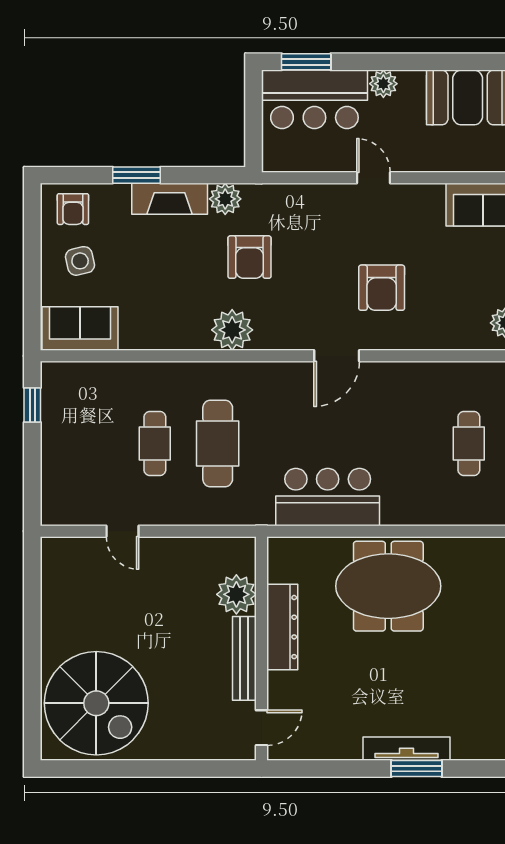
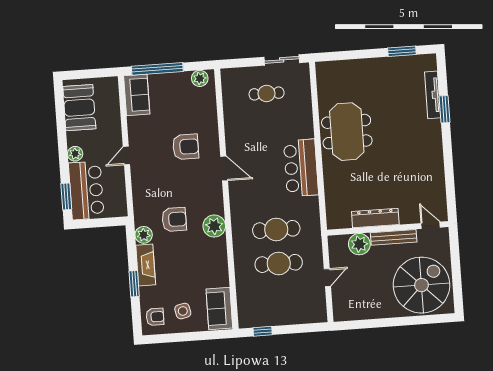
cafe table: (155, 444) -> (279, 263), width x1.37, depth x1.35
plant: (236, 594) -> (359, 244), moved
dresser: (282, 627) -> (375, 218), moved
wall: (262, 649) -> (388, 228), moved
bench: (244, 658) -> (394, 237), moved
door: (262, 728) -> (431, 225), moved
tv unit: (406, 749) -> (433, 95), moved

